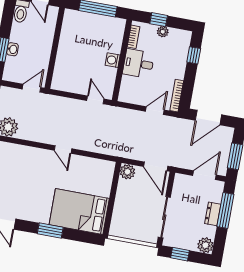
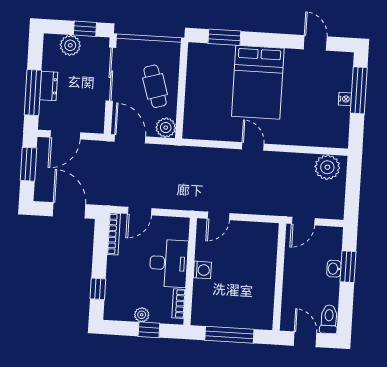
desk: (138, 64) -> (169, 263), width x1.37
door: (95, 100) -> (218, 216), hinge flipped
door: (208, 118) -> (69, 210), hinge flipped
cafe table: (132, 204) -> (155, 86), added
bed: (79, 212) -> (258, 82), moved, turned 90
window: (50, 231) -> (224, 37), moved
plant: (205, 245) -> (70, 45), moved

